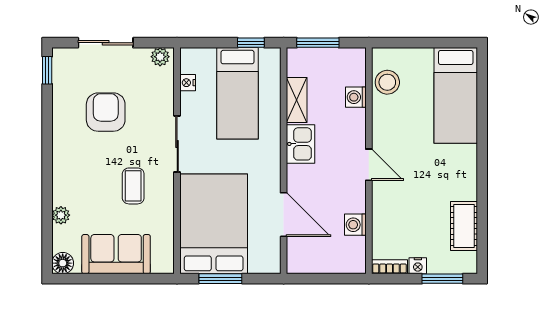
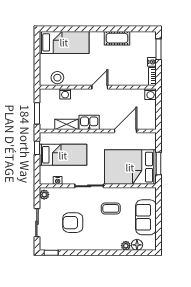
washing machine: (355, 225) -> (151, 94), moved
cot: (464, 226) -> (117, 38), moved
floor lamp: (63, 263) -> (137, 245), moved

